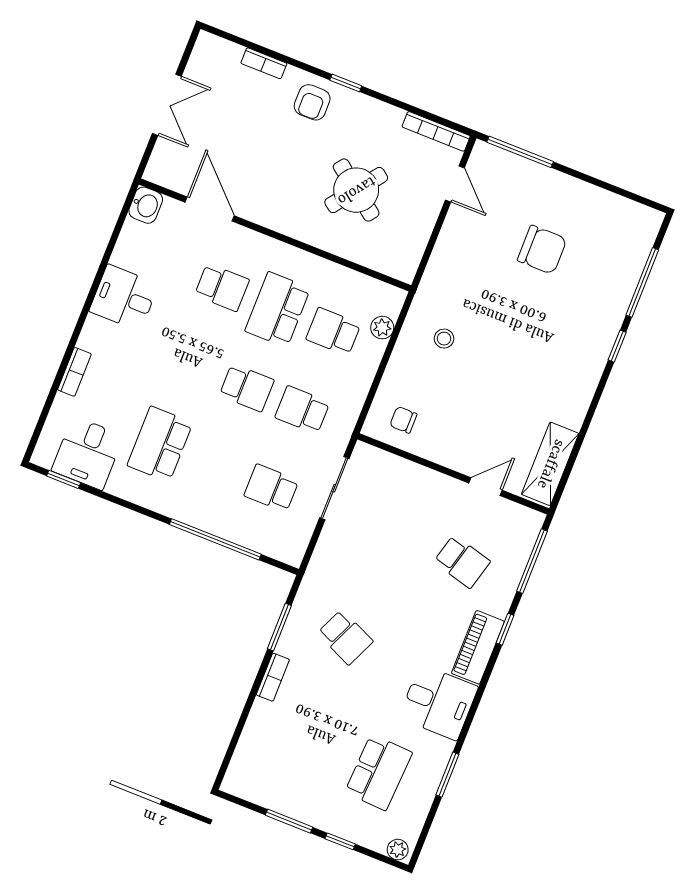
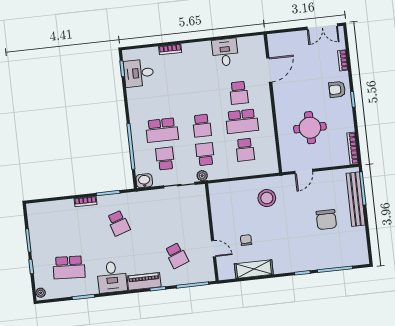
double door: (167, 105) -> (322, 27), moved
bench: (533, 176) -> (356, 199), added
door: (455, 184) -> (304, 171), moved
round table: (356, 190) -> (310, 128), turned -37
washbasin: (146, 205) -> (144, 181), moved, turned 180
desk: (124, 298) -> (225, 52), moved
school desk: (278, 309) -> (242, 121), turned 180
plant: (382, 328) -> (202, 176), moved
school desk: (333, 332) -> (245, 150), turned 180
stool: (444, 339) -> (267, 198), width x1.89, depth x1.89
chair: (403, 420) -> (246, 240), moved
school desk: (160, 444) -> (162, 130), moved, turned 180
shelving: (550, 464) -> (254, 269), moved
school desk: (462, 562) -> (177, 255), turned -36
school desk: (345, 637) -> (119, 223), turned -42

